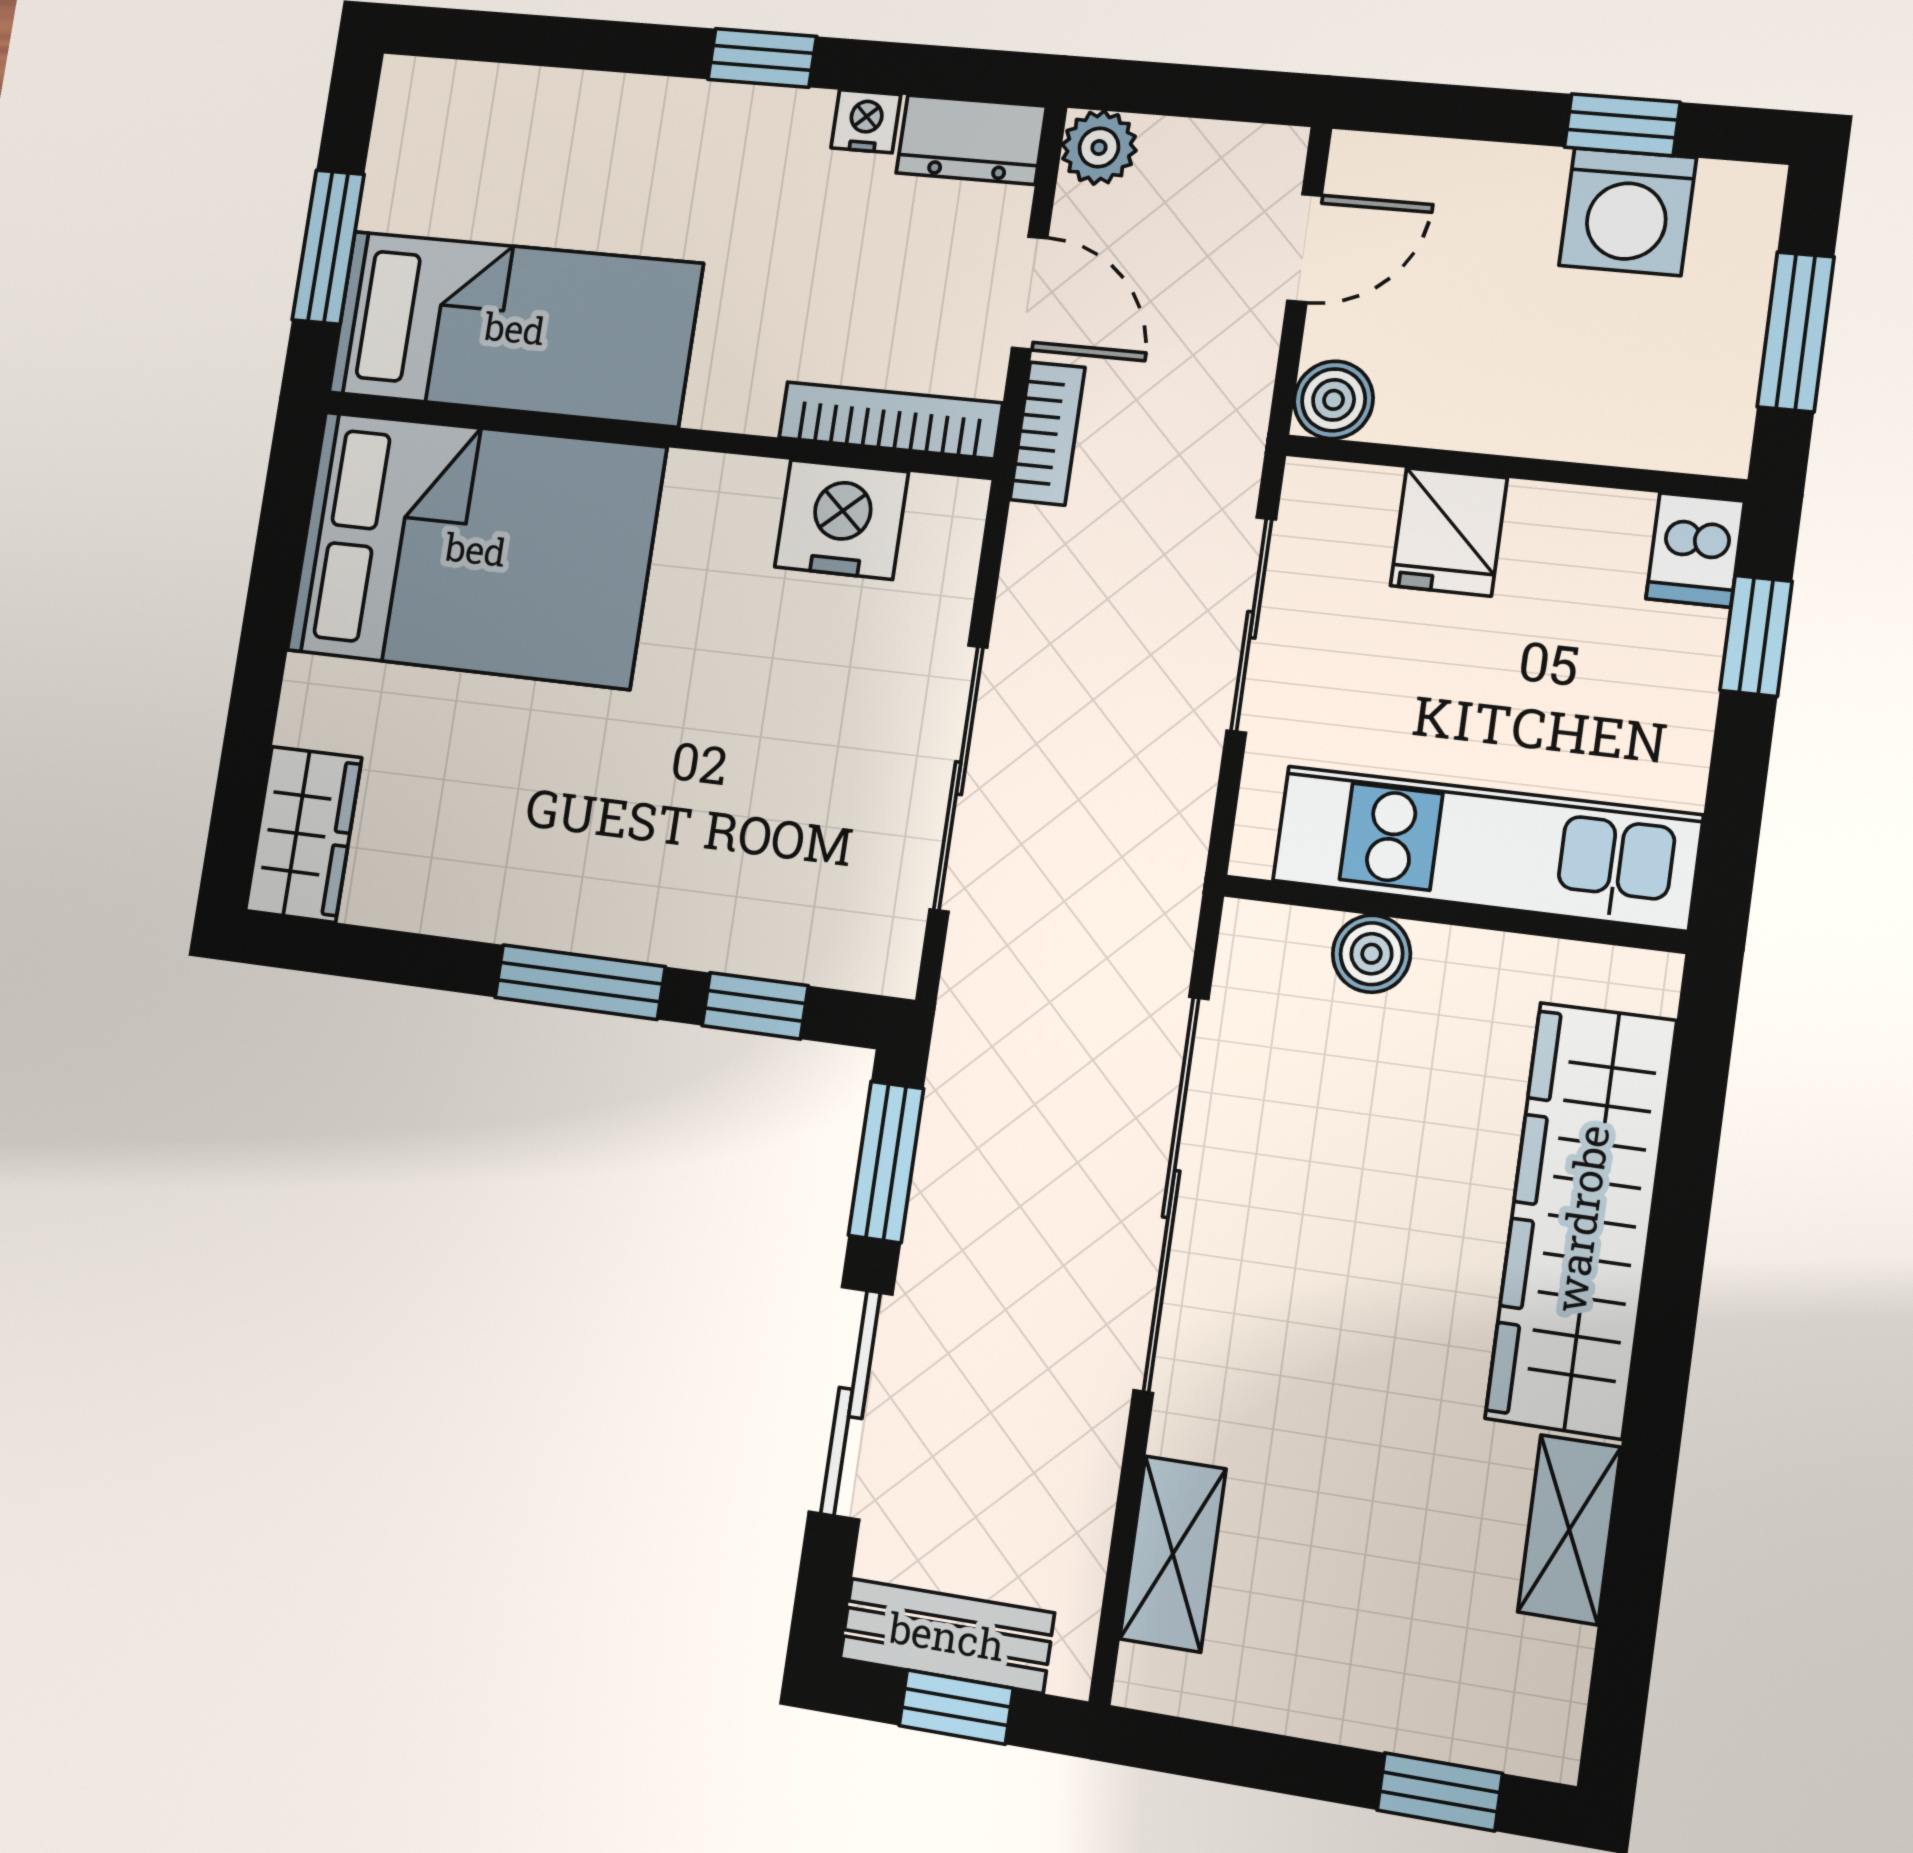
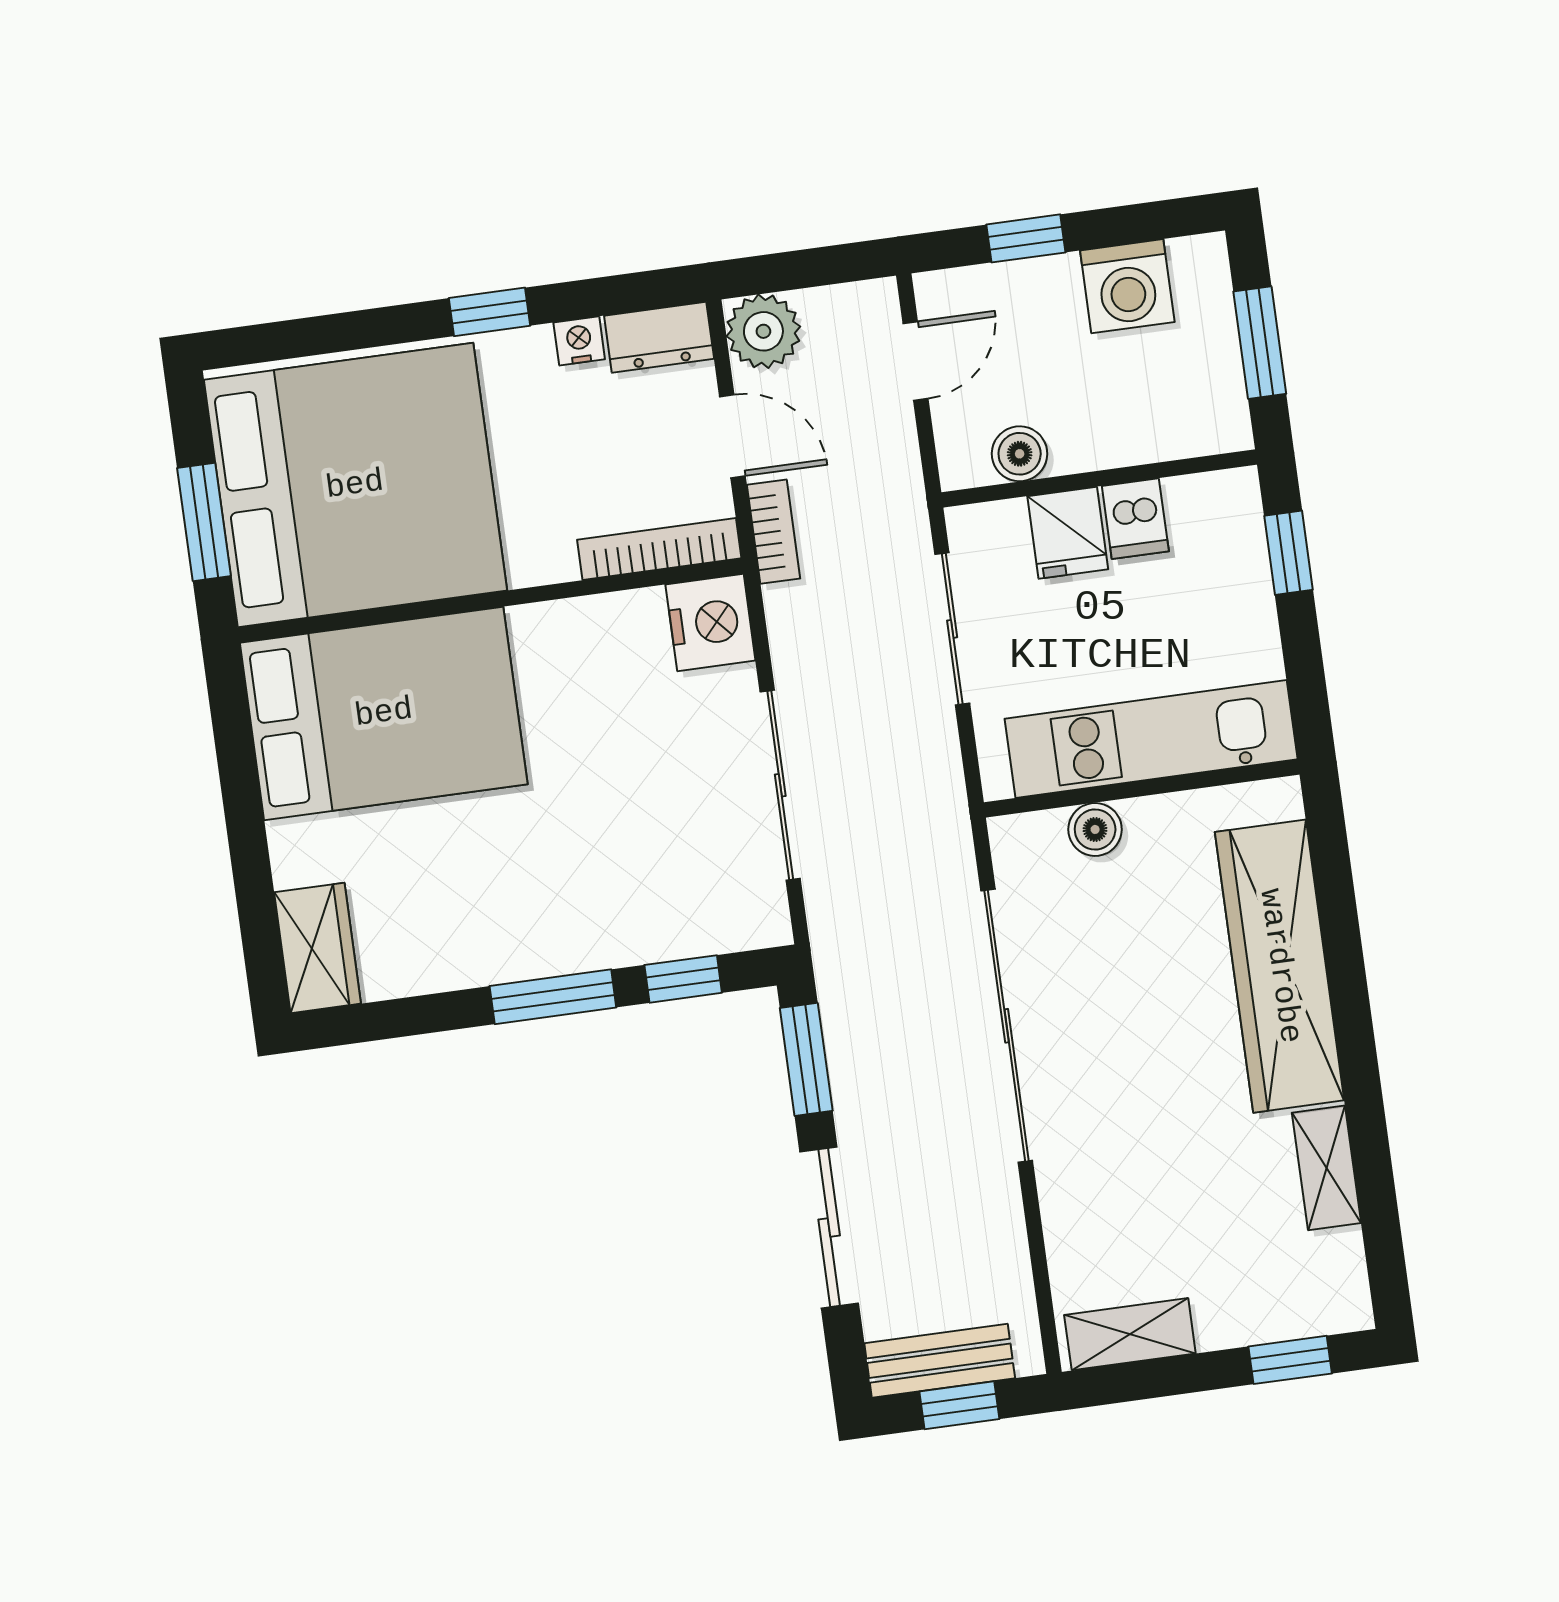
window: (1622, 125) -> (1026, 238), moved
plant: (1099, 147) -> (763, 331), width x1.38, depth x1.38
bed: (515, 328) -> (355, 485), width x2.04
boiler: (1334, 400) -> (1020, 454), moved
nightstand: (842, 519) -> (710, 622), moved, turned 90
dishwasher: (1695, 550) -> (1135, 519), moved
shelving: (1173, 1554) -> (1130, 1334), moved, turned 90

